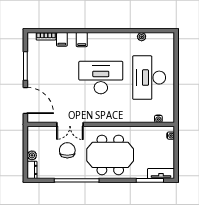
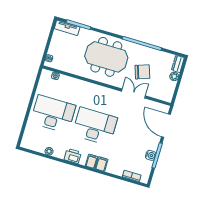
filing cabinet: (62, 39) -> (92, 161), moved
printer: (115, 39) -> (73, 156), added
water cooler: (32, 64) -> (151, 155), added
desk: (101, 78) -> (95, 126), turned 180
desk: (149, 78) -> (53, 114), turned -90
chair: (67, 150) -> (142, 72), turned -109

